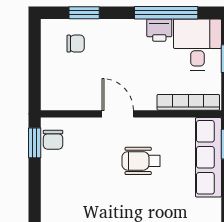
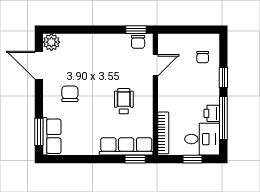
window: (84, 13) -> (223, 78), moved
door: (118, 114) -> (155, 65), moved
chair: (53, 140) -> (138, 42), turned -90

